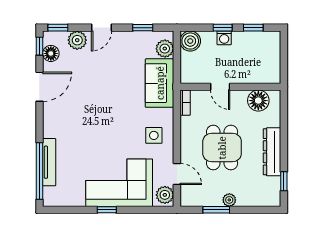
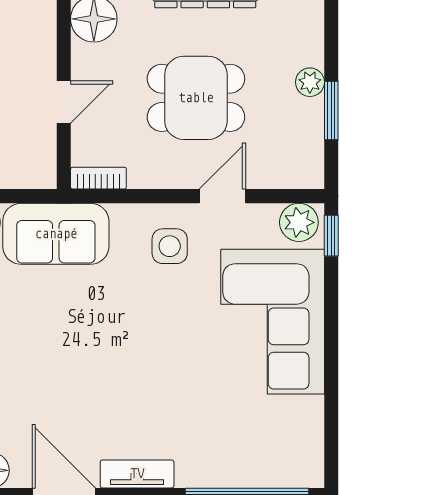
tv unit: (49, 162) -> (137, 474), moved, width x0.71
door: (177, 174) -> (222, 196), moved
window: (107, 210) -> (331, 236), moved

